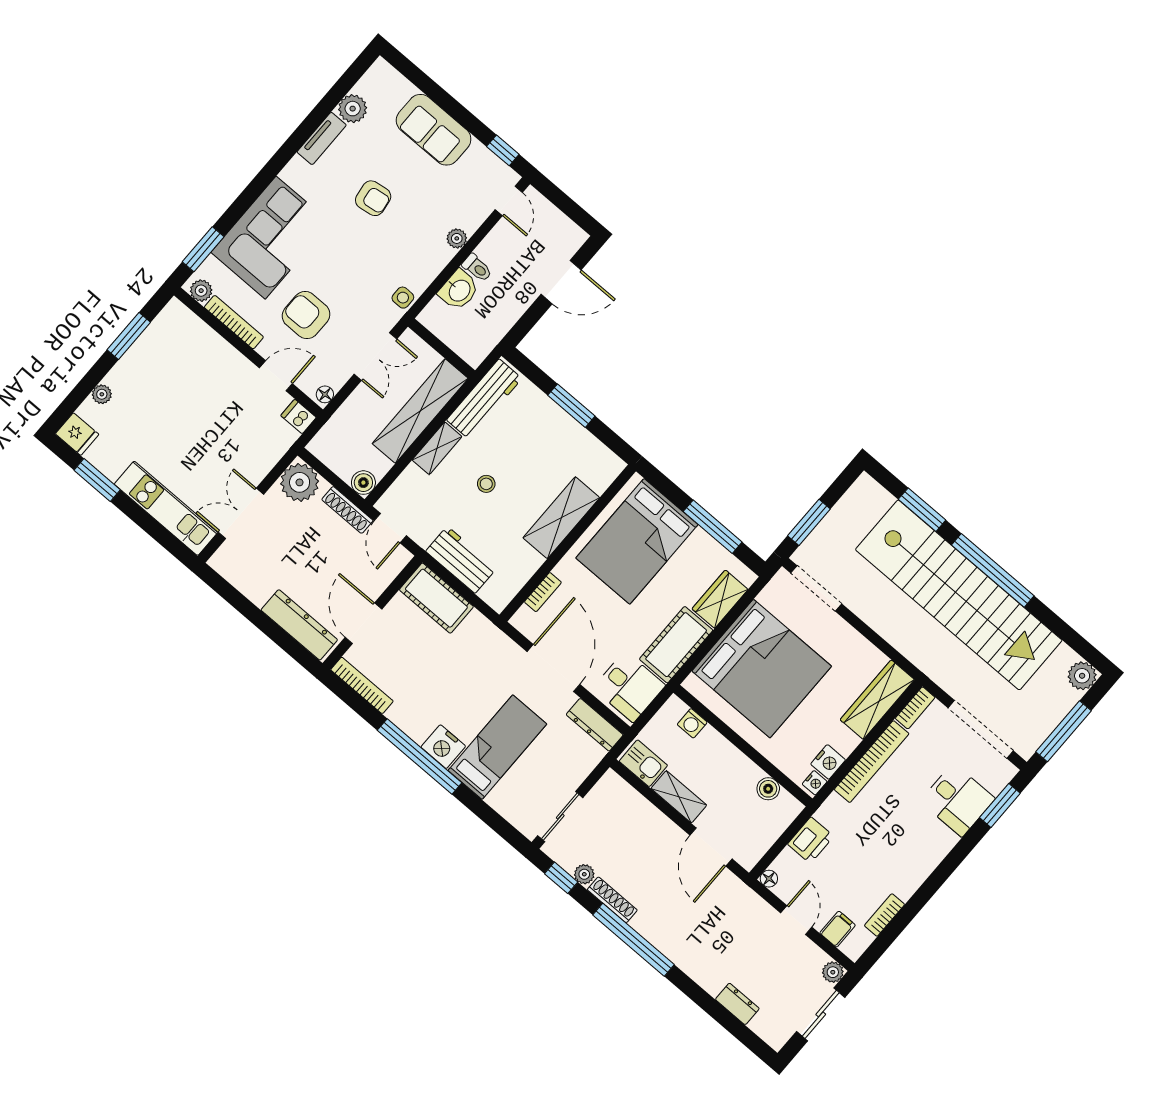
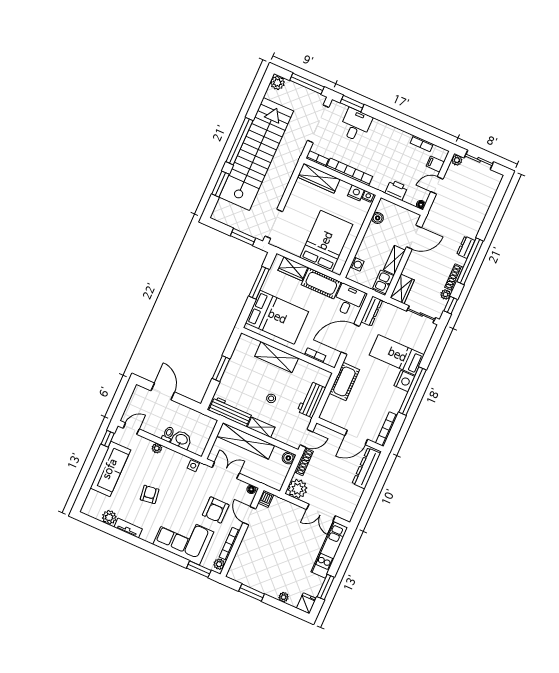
sofa: (434, 130) -> (110, 469), width x1.36
cot: (436, 598) -> (344, 381), moved
bed: (762, 669) -> (326, 241), width x0.73
wardrobe: (619, 795) -> (402, 289), added
dresser: (737, 1004) -> (466, 247), moved

